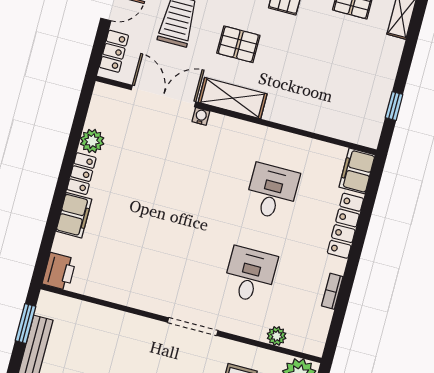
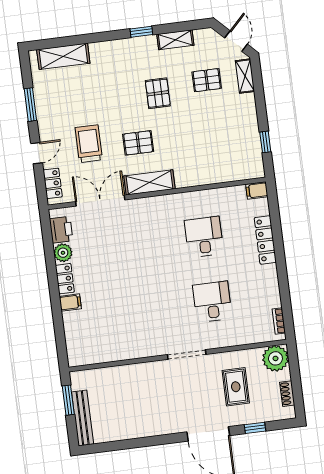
water cooler: (201, 116) -> (132, 204), removed
filing cabinet: (357, 171) -> (257, 190), width x0.50
filing cabinet: (74, 215) -> (70, 303), width x0.50
printer: (59, 272) -> (61, 230), moved
bookcase: (332, 291) -> (279, 321), moved
plant: (277, 336) -> (248, 337), removed

